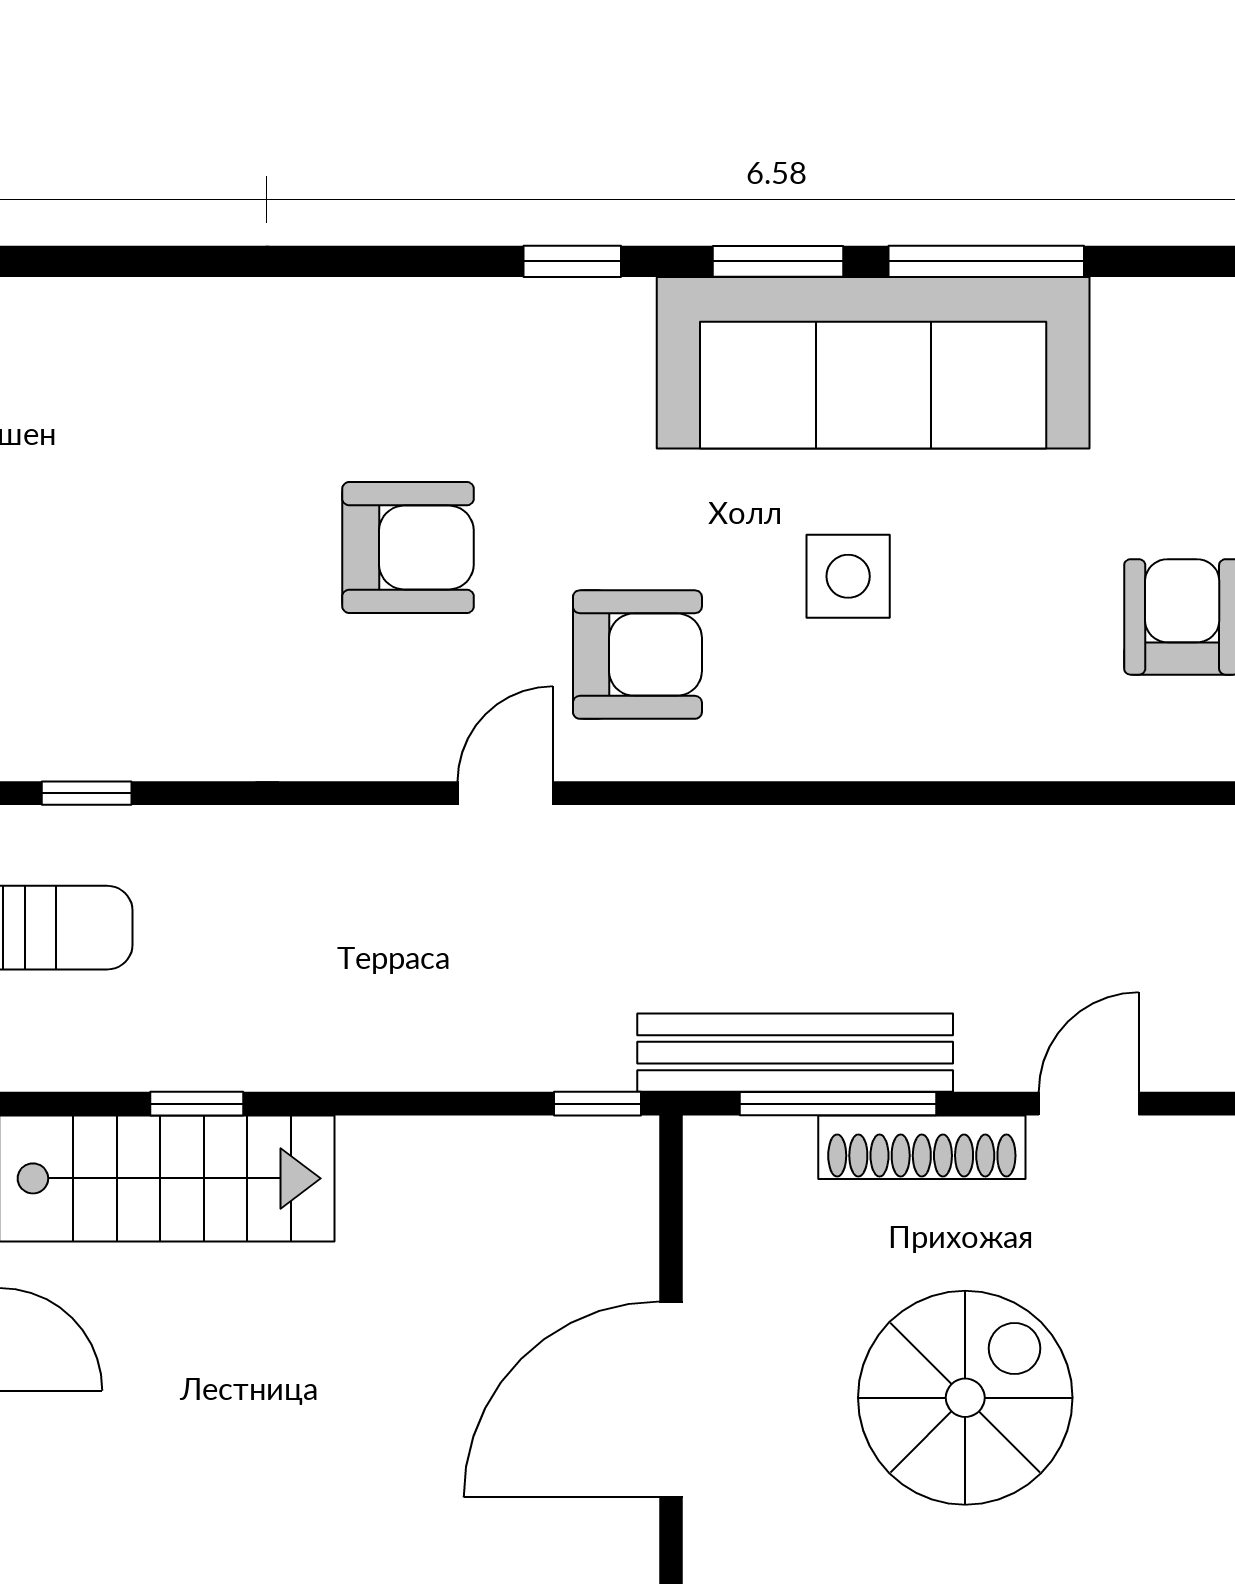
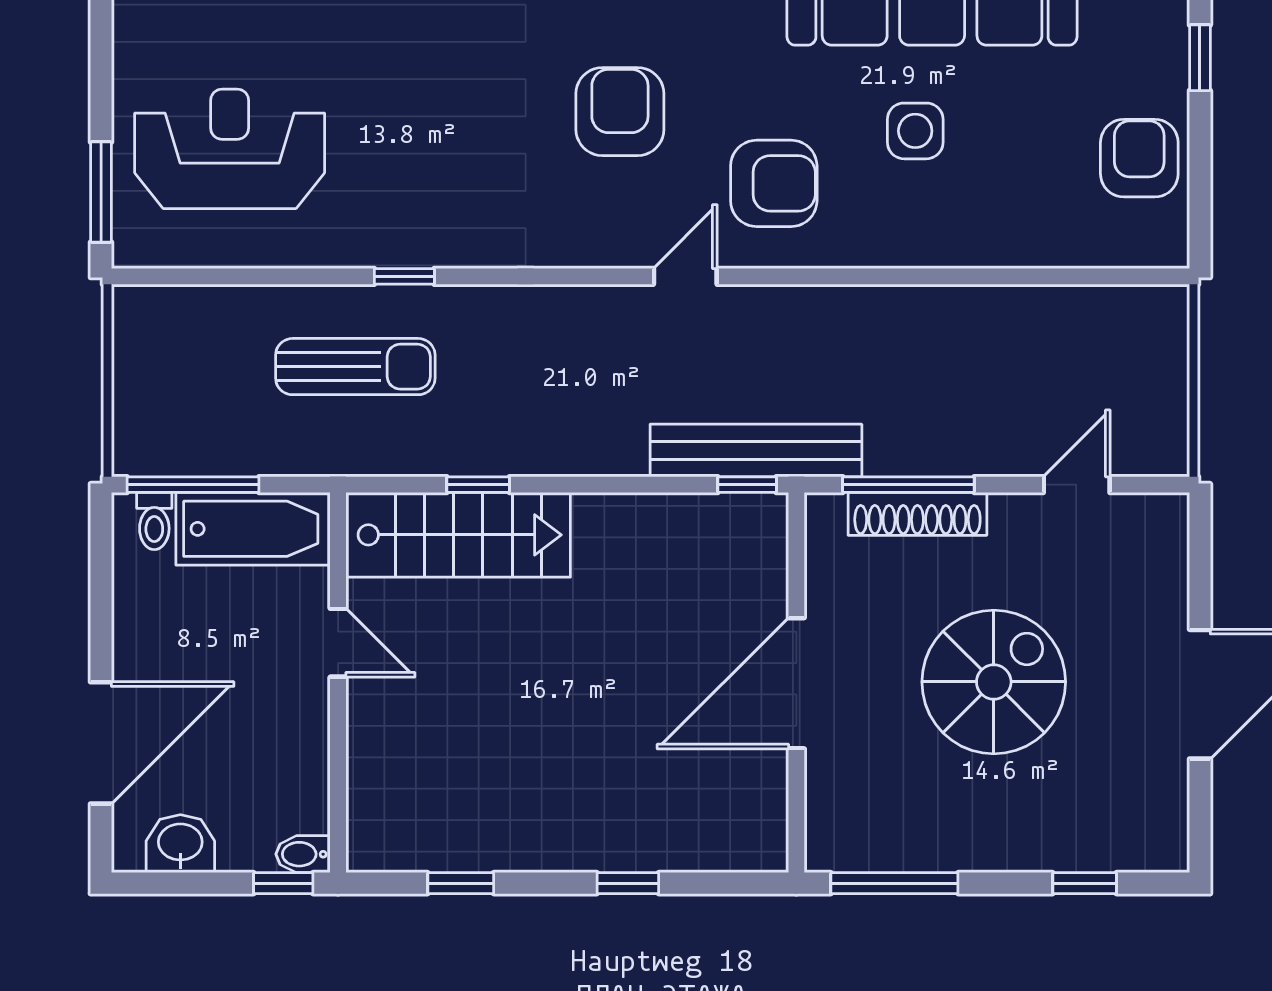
armchair: (408, 548) -> (620, 112), turned -90
bench: (795, 1053) -> (756, 451), moved
shoe rack: (922, 1147) -> (917, 514), moved

